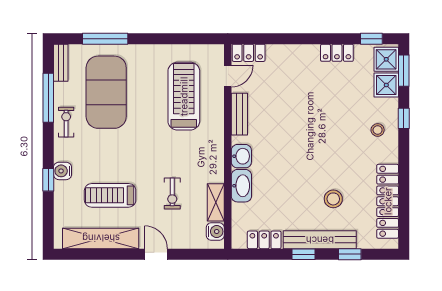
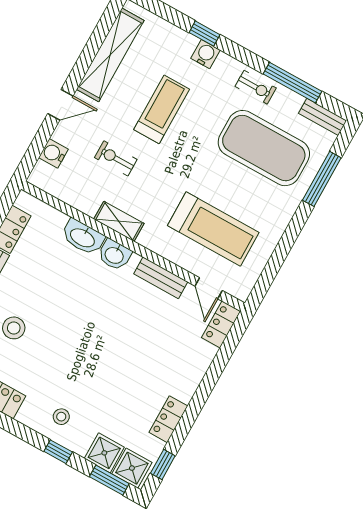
treadmill: (110, 195) -> (162, 109), moved
shelving: (216, 202) -> (119, 221), moved
water cooler: (215, 231) -> (53, 153), moved, turned 90

